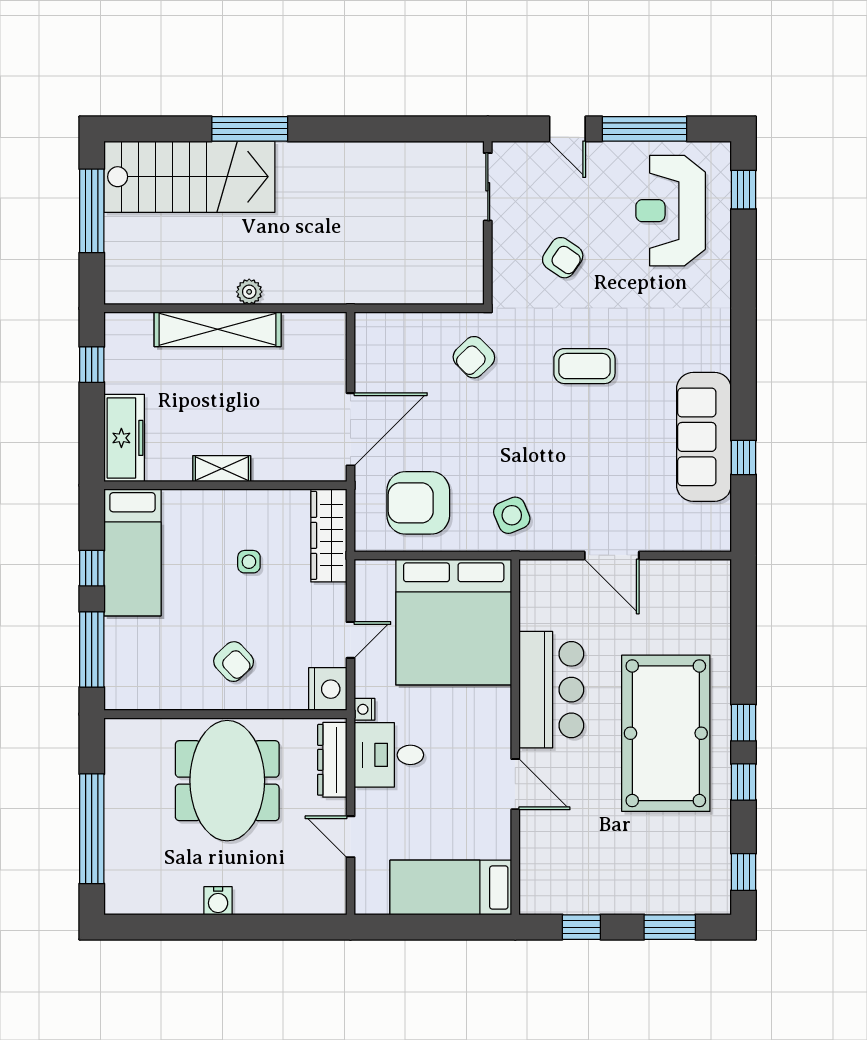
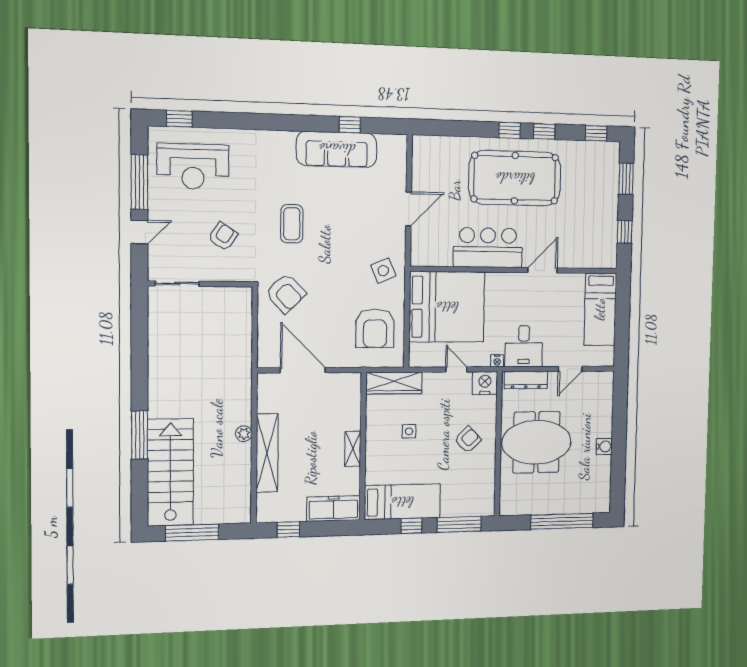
armchair: (474, 357) -> (286, 293), width x1.38, depth x1.38
door: (350, 429) -> (303, 370), moved

